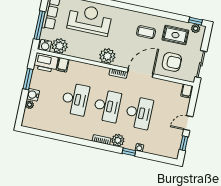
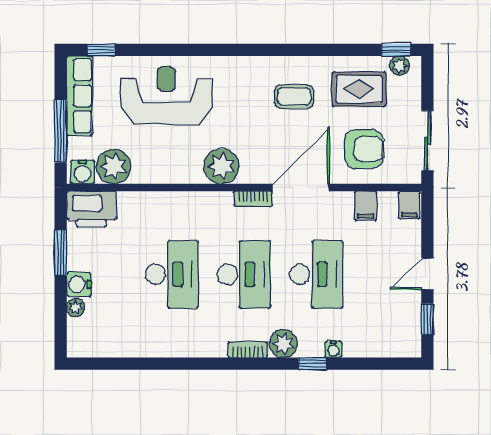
filing cabinet: (63, 65) -> (366, 206), moved

